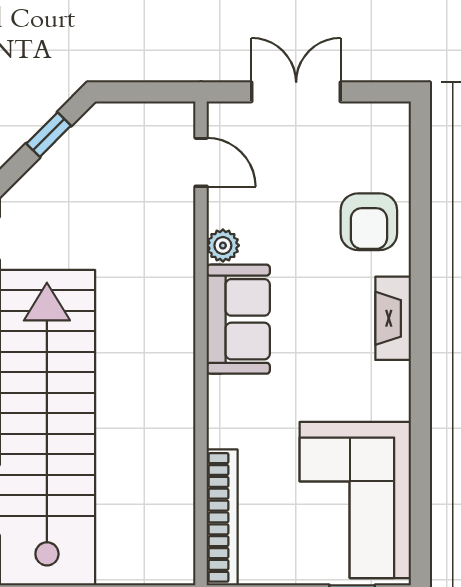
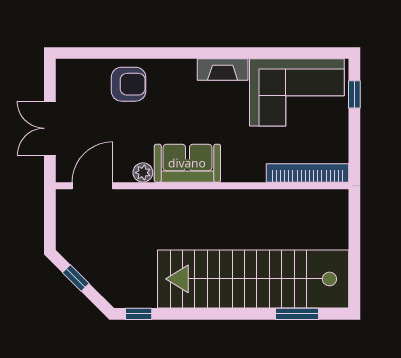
door: (201, 162) -> (92, 186), width x1.38
fireplace: (393, 318) -> (223, 69), moved

